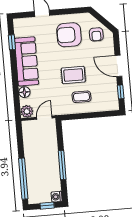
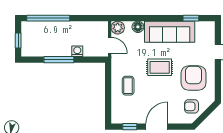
rug: (73, 75) -> (160, 67), moved, turned 90
washing machine: (57, 197) -> (77, 51), moved

